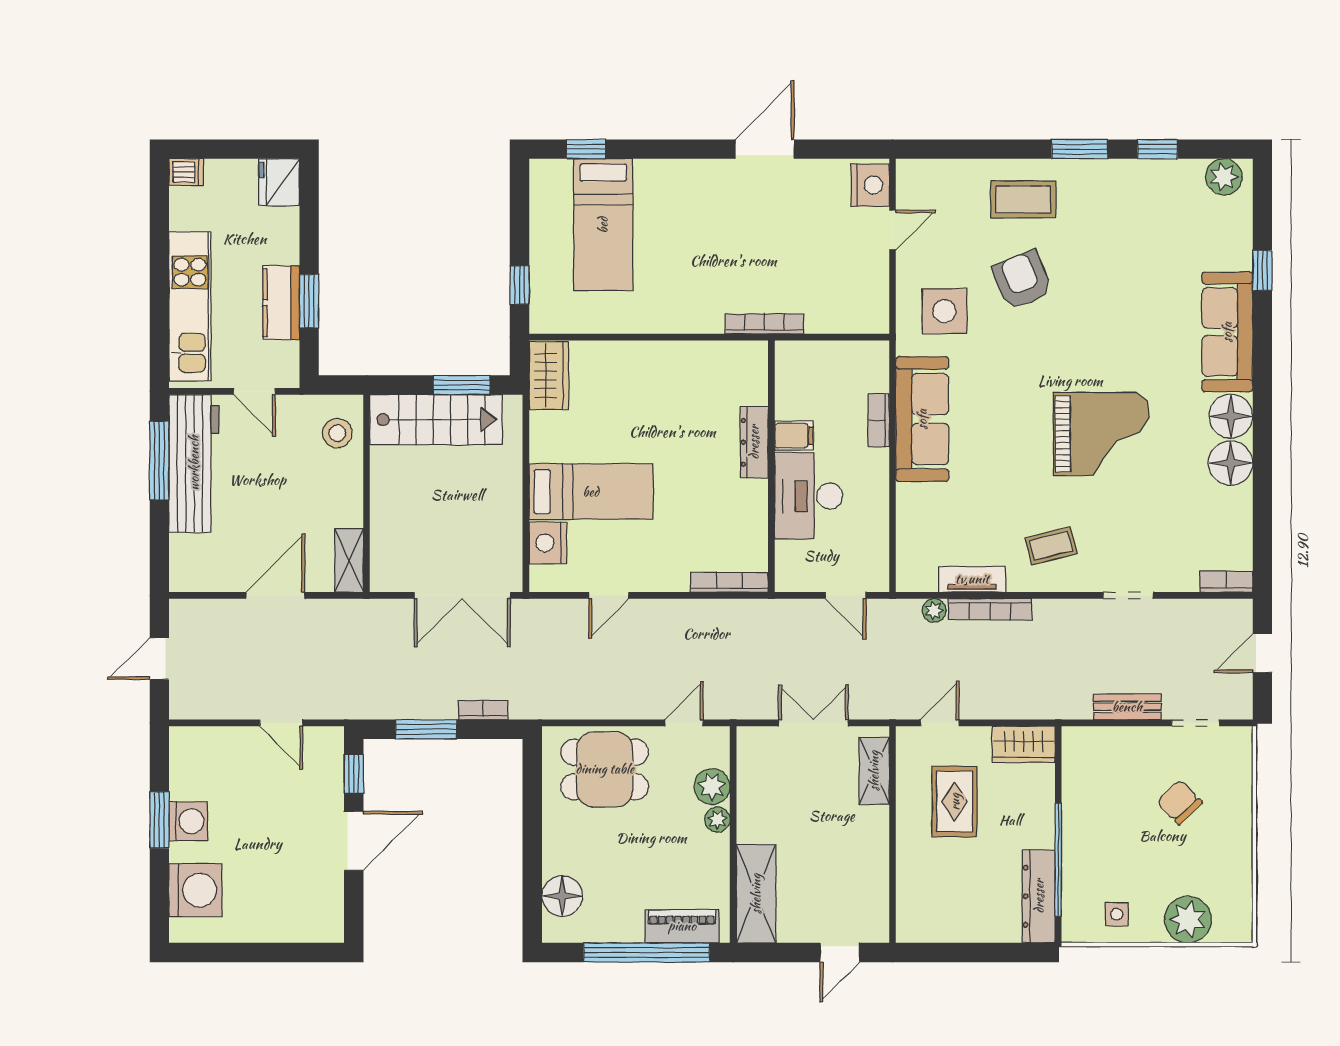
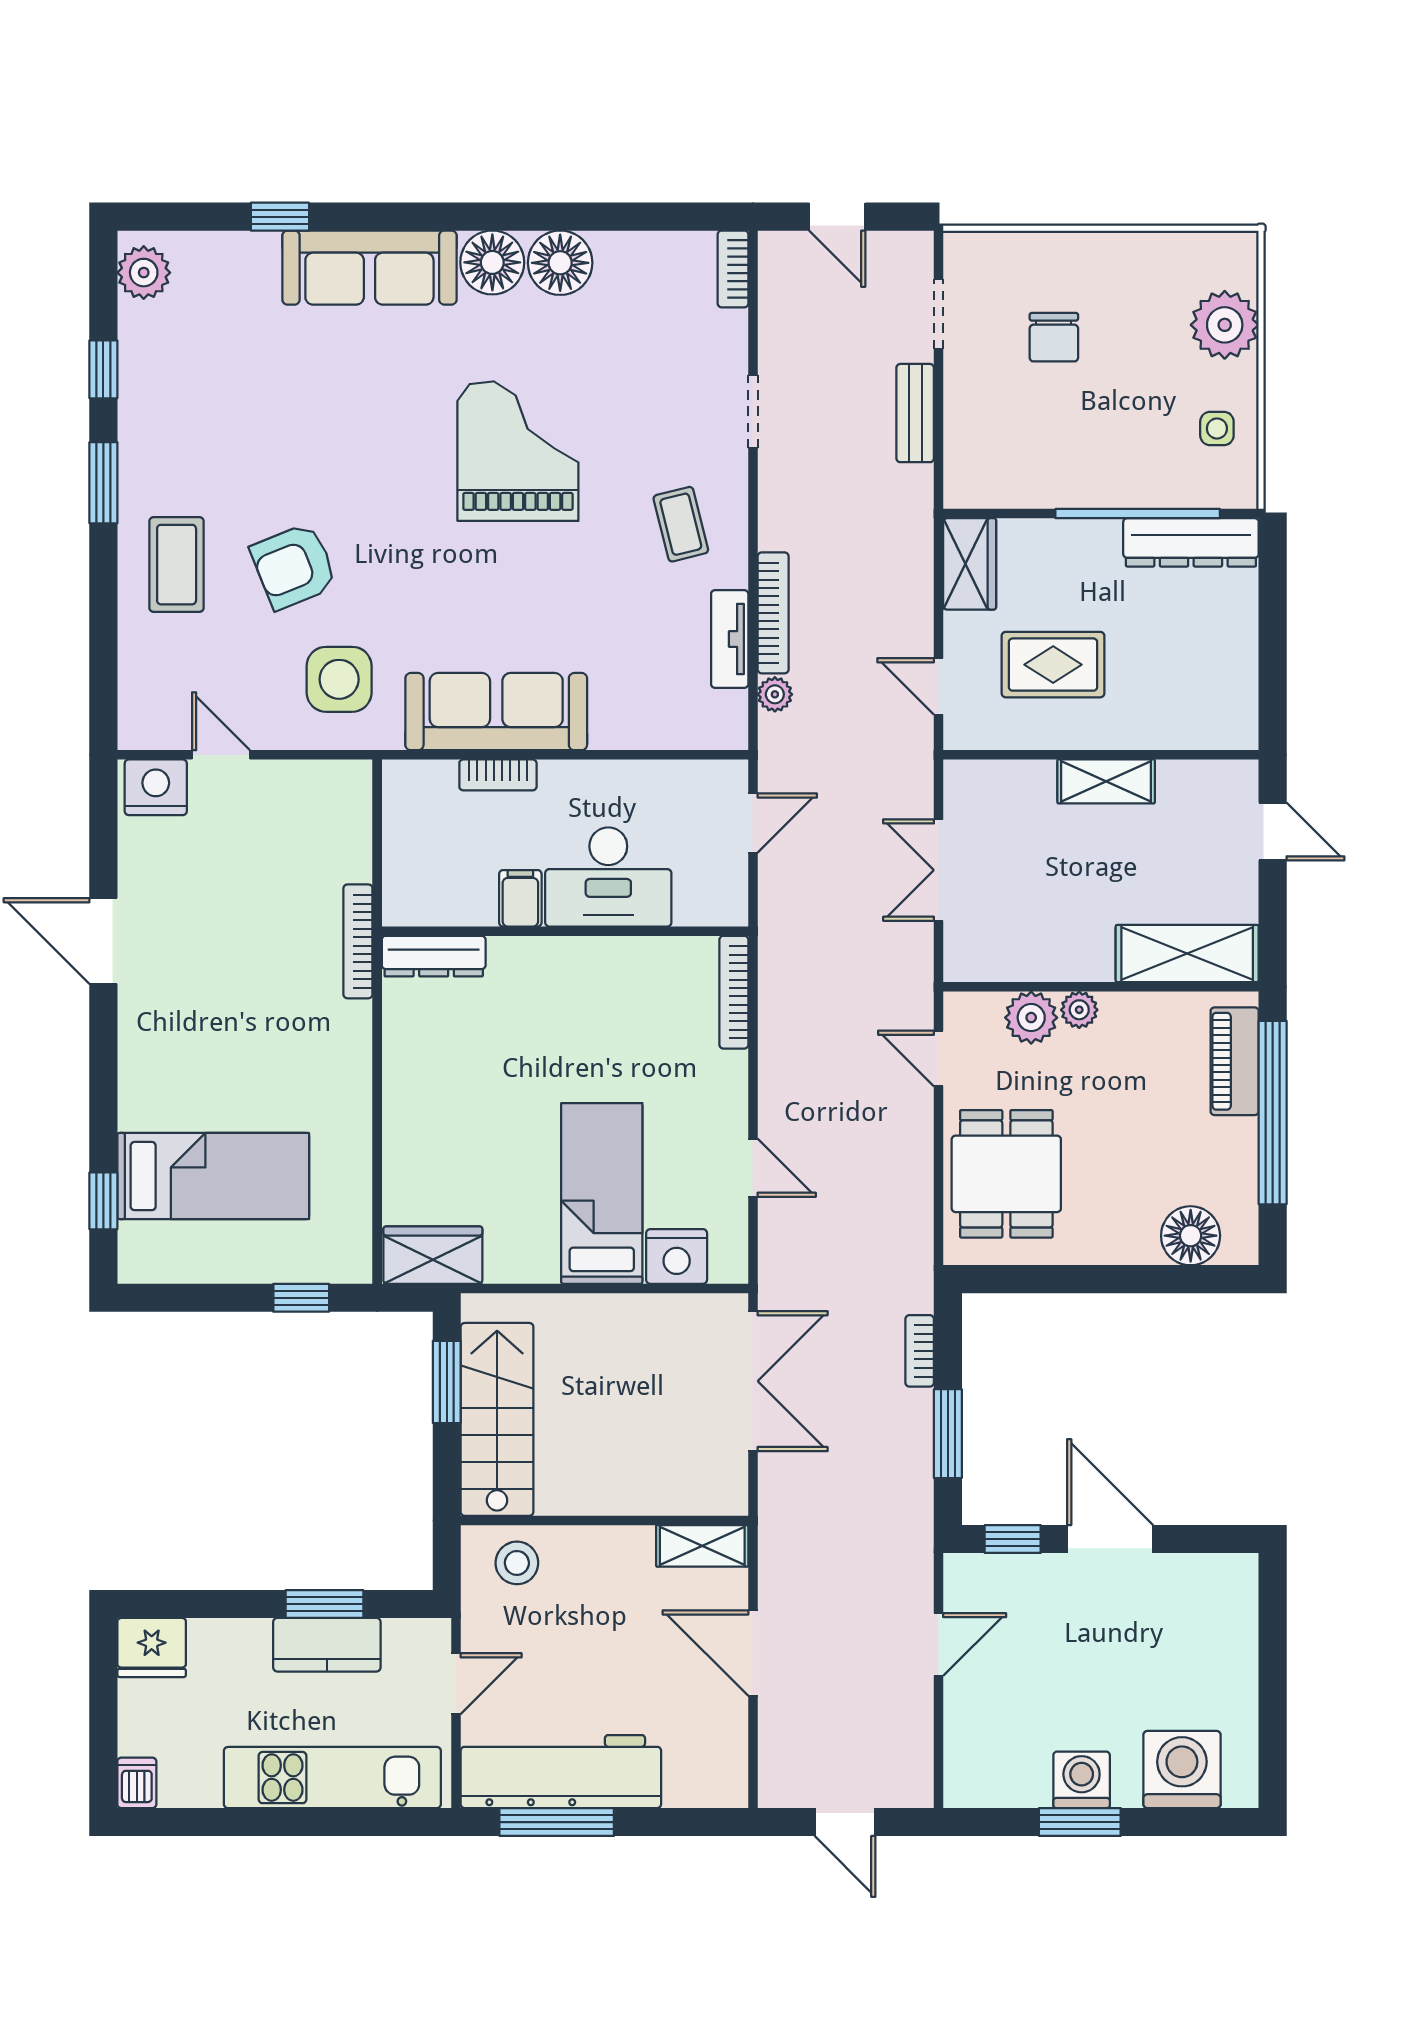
dresser: (754, 442) -> (434, 956), moved
shelving: (874, 771) -> (1106, 781), moved
chair: (1179, 802) -> (1054, 337), turned -46

